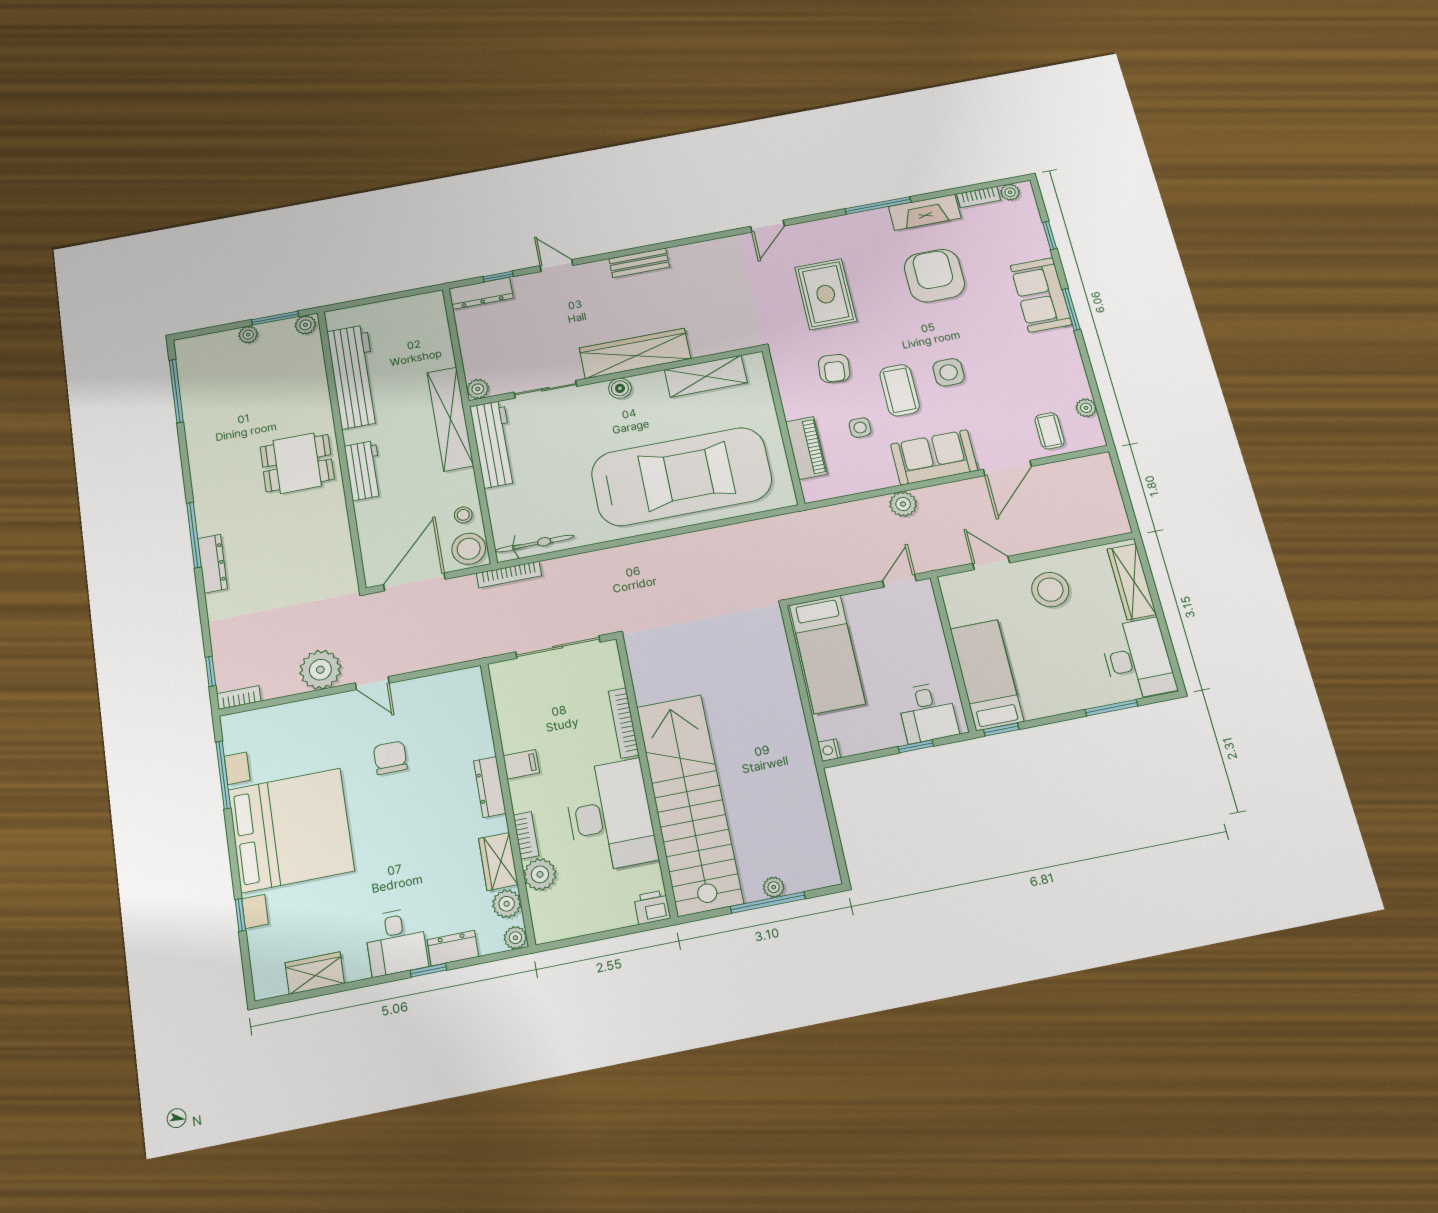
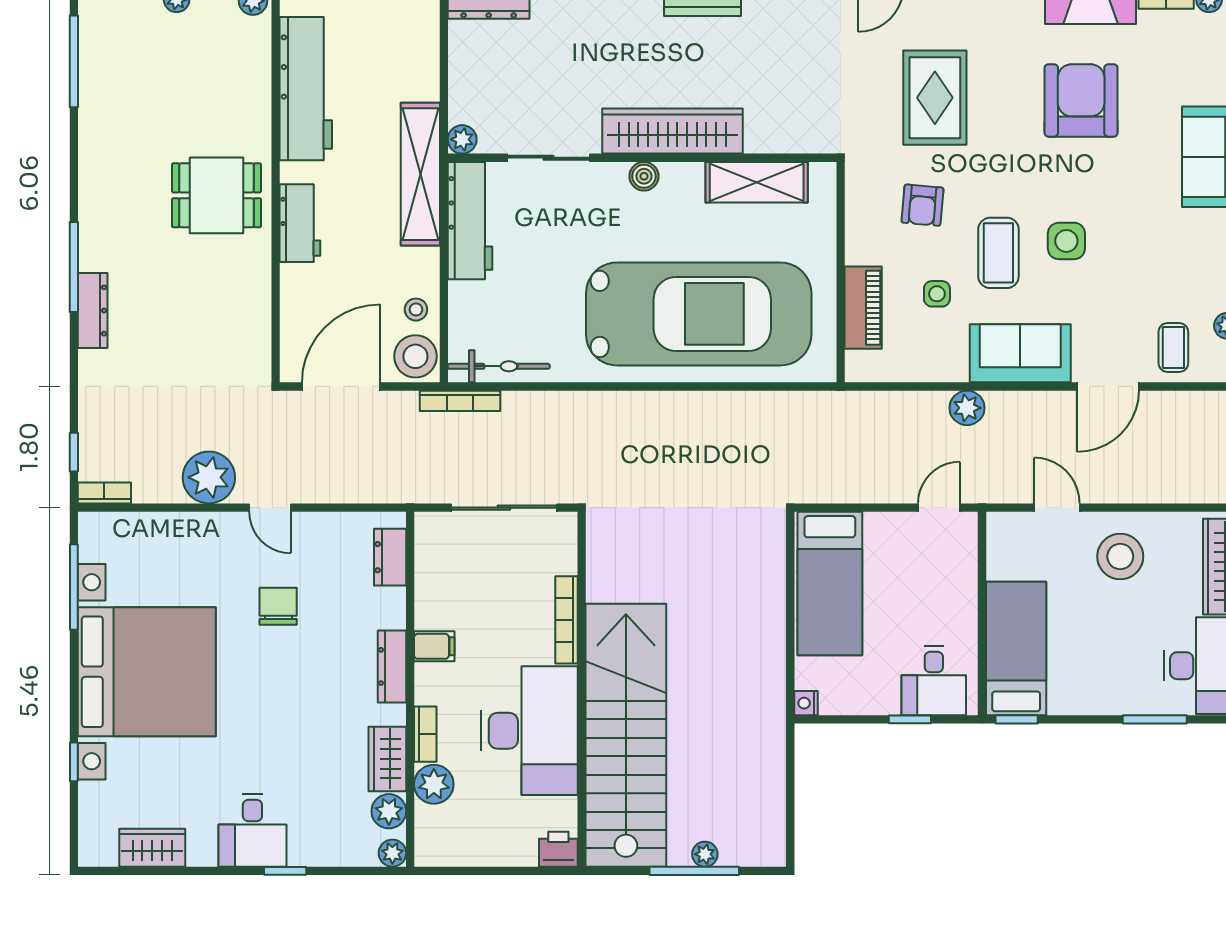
dresser: (453, 948) -> (390, 557), moved, turned -90

